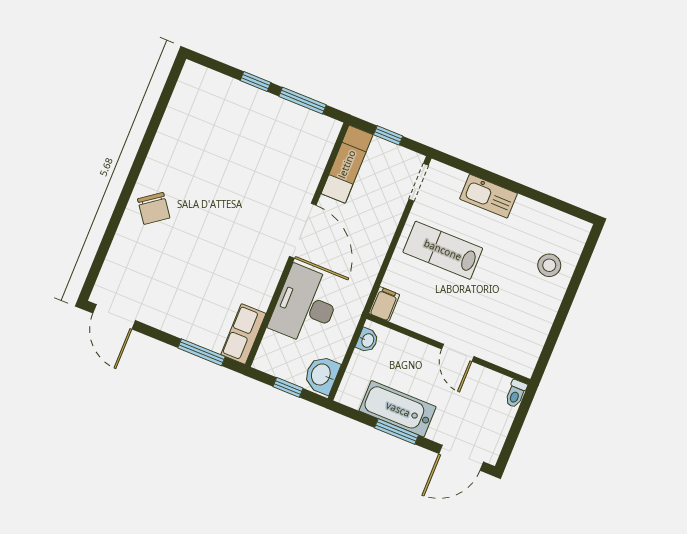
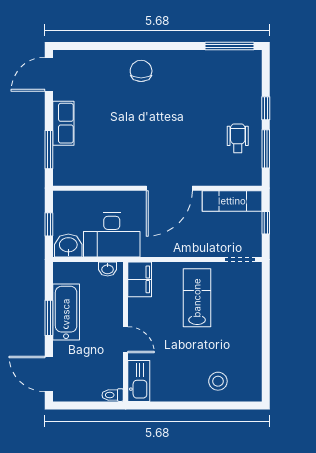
window: (166, 94) -> (230, 46), added
wheelchair: (277, 128) -> (238, 138), added
kitchen sink: (488, 196) -> (139, 381), moved, turned 180
chair: (154, 208) -> (141, 71), turned 126
filing cabinet: (384, 304) -> (140, 279), width x2.00
desk: (306, 305) -> (112, 235), moved, turned 180
row of seats: (243, 334) -> (63, 123), moved, turned 90
door: (458, 353) -> (126, 340), swing flipped

